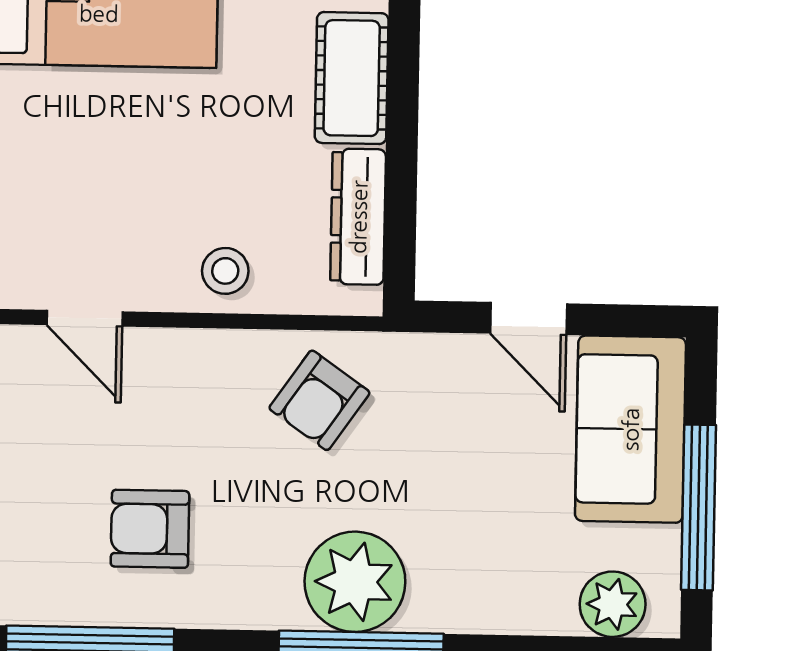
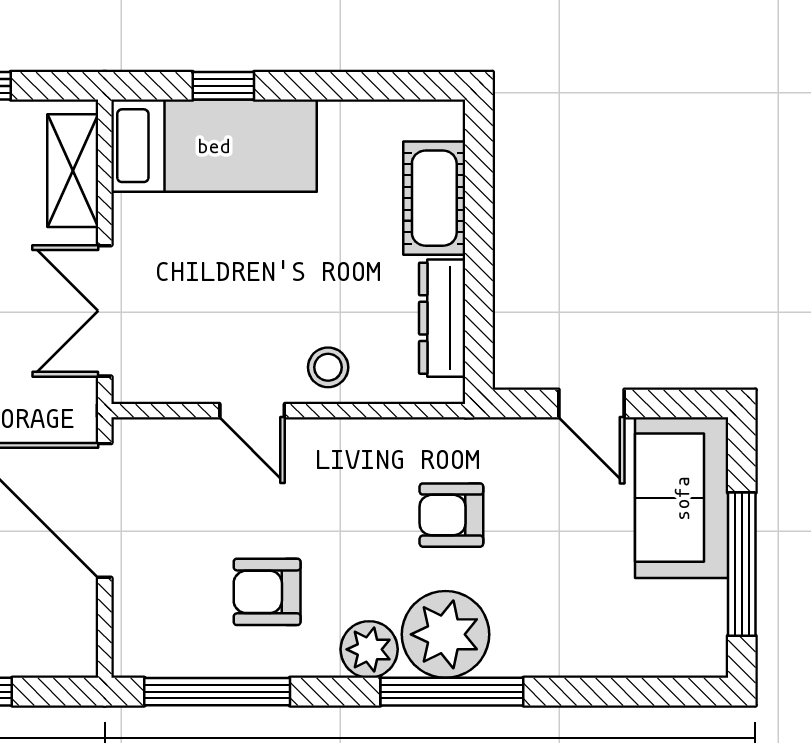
door: (85, 318) -> (252, 411), moved
armchair: (319, 400) -> (451, 515), moved, turned 55
plant: (613, 604) -> (369, 649), moved

